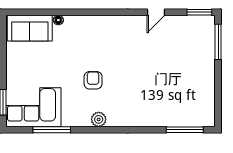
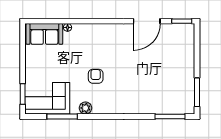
door: (156, 12) -> (147, 21), width x1.88
window: (218, 42) -> (197, 92), moved
plant: (99, 119) -> (86, 108), moved

